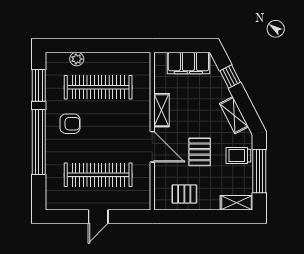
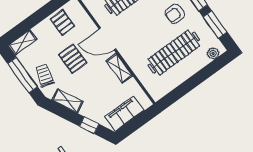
plant: (77, 59) -> (213, 53), moved
trolley: (238, 156) -> (44, 75), turned -73
pallet: (184, 194) -> (62, 23), turned 90

